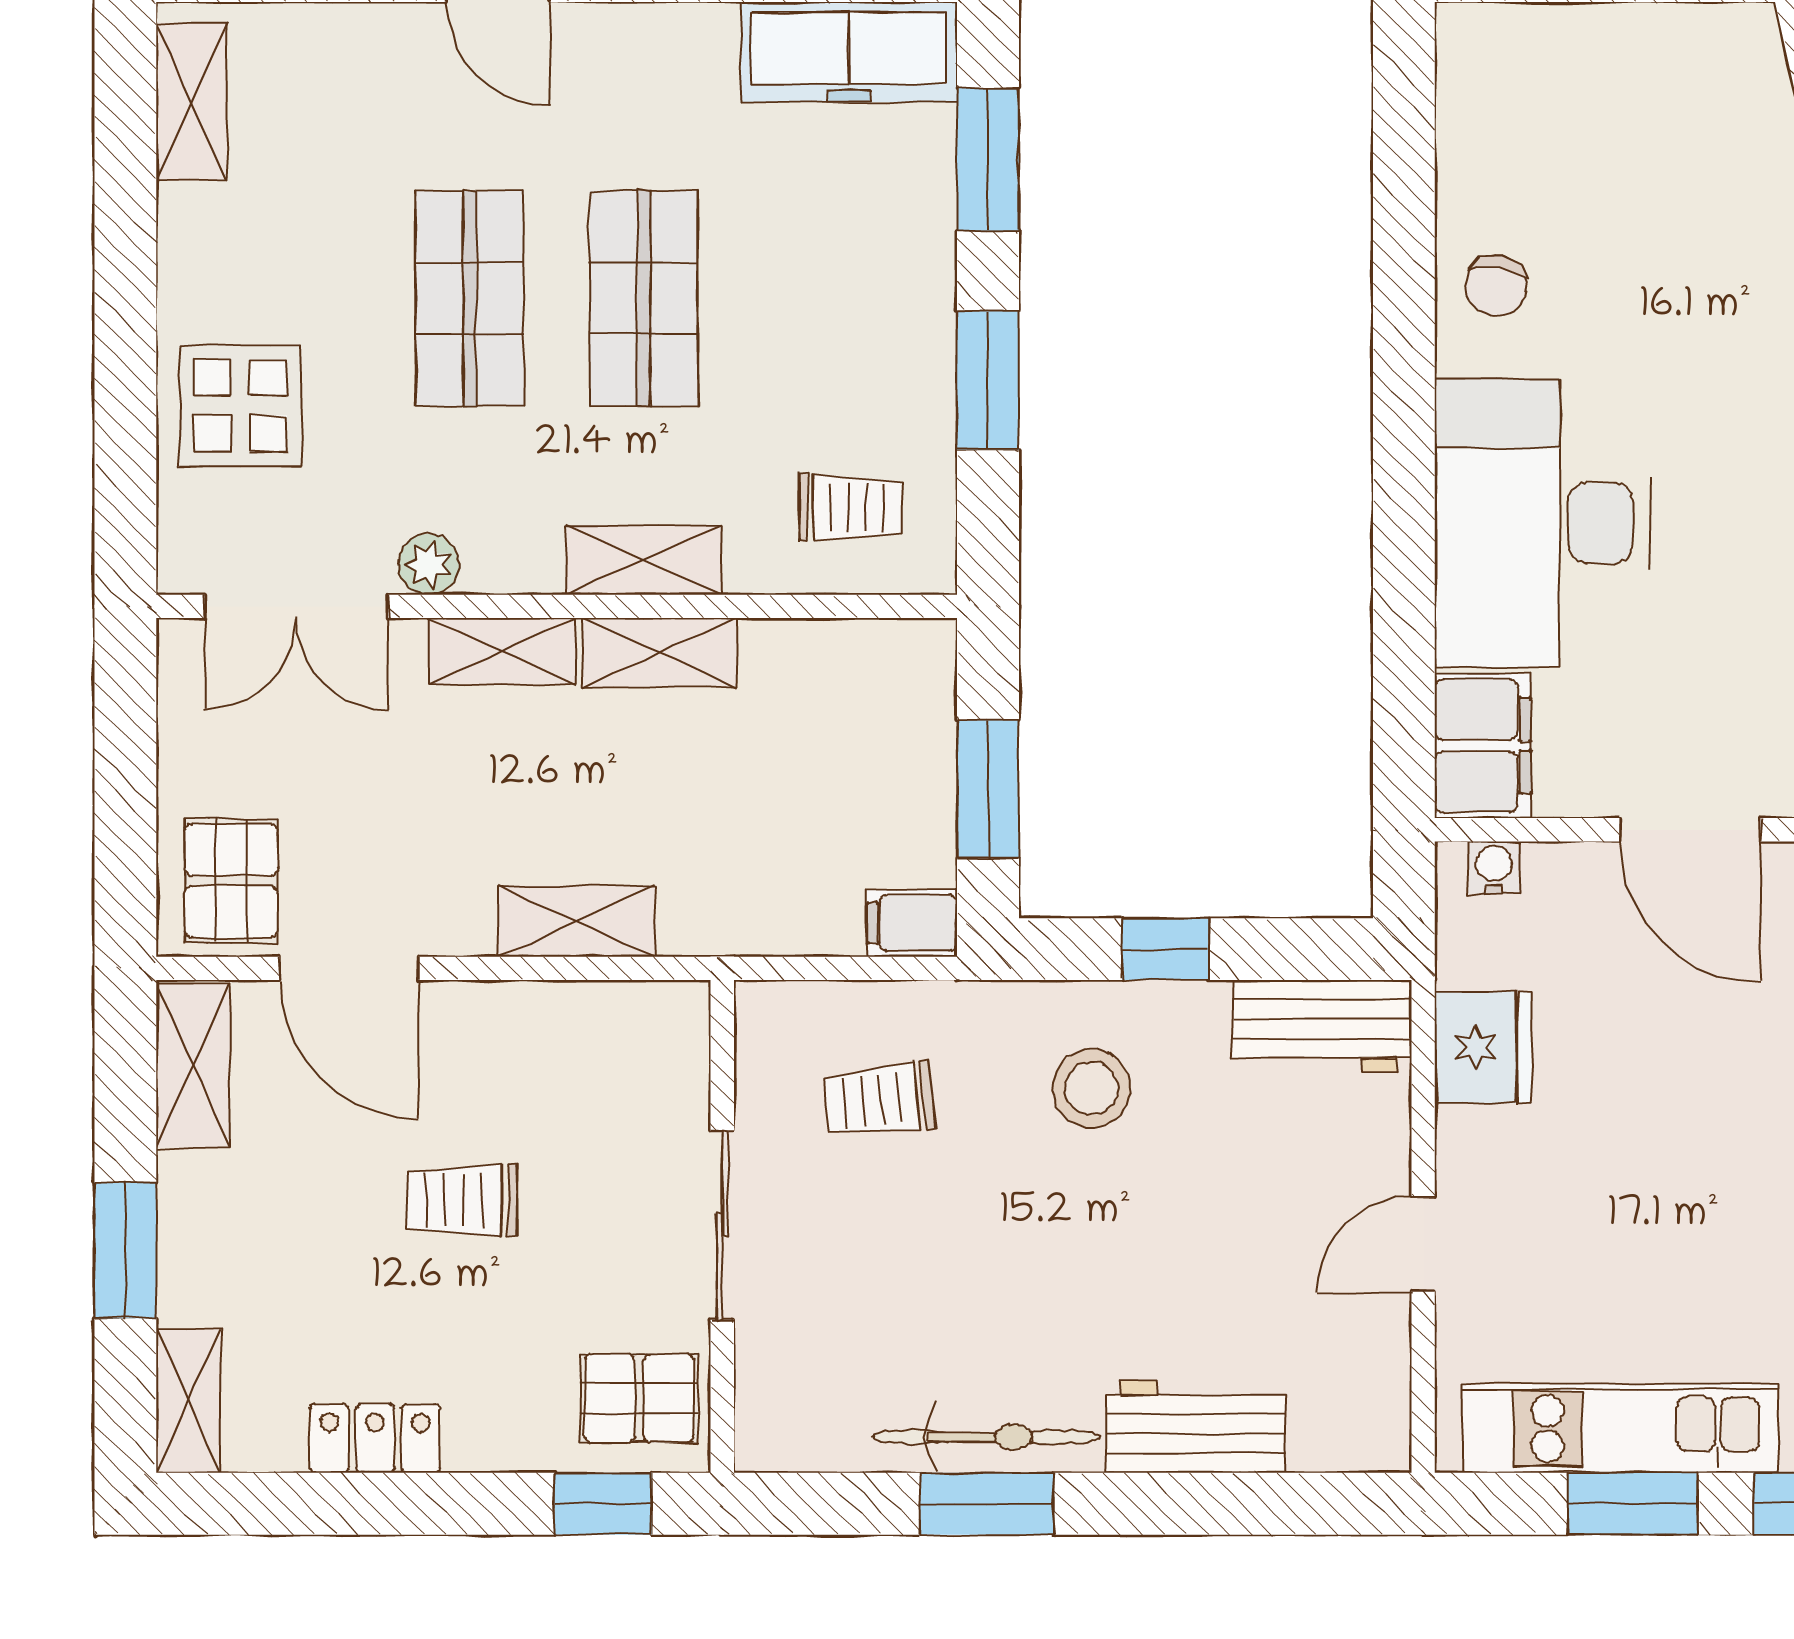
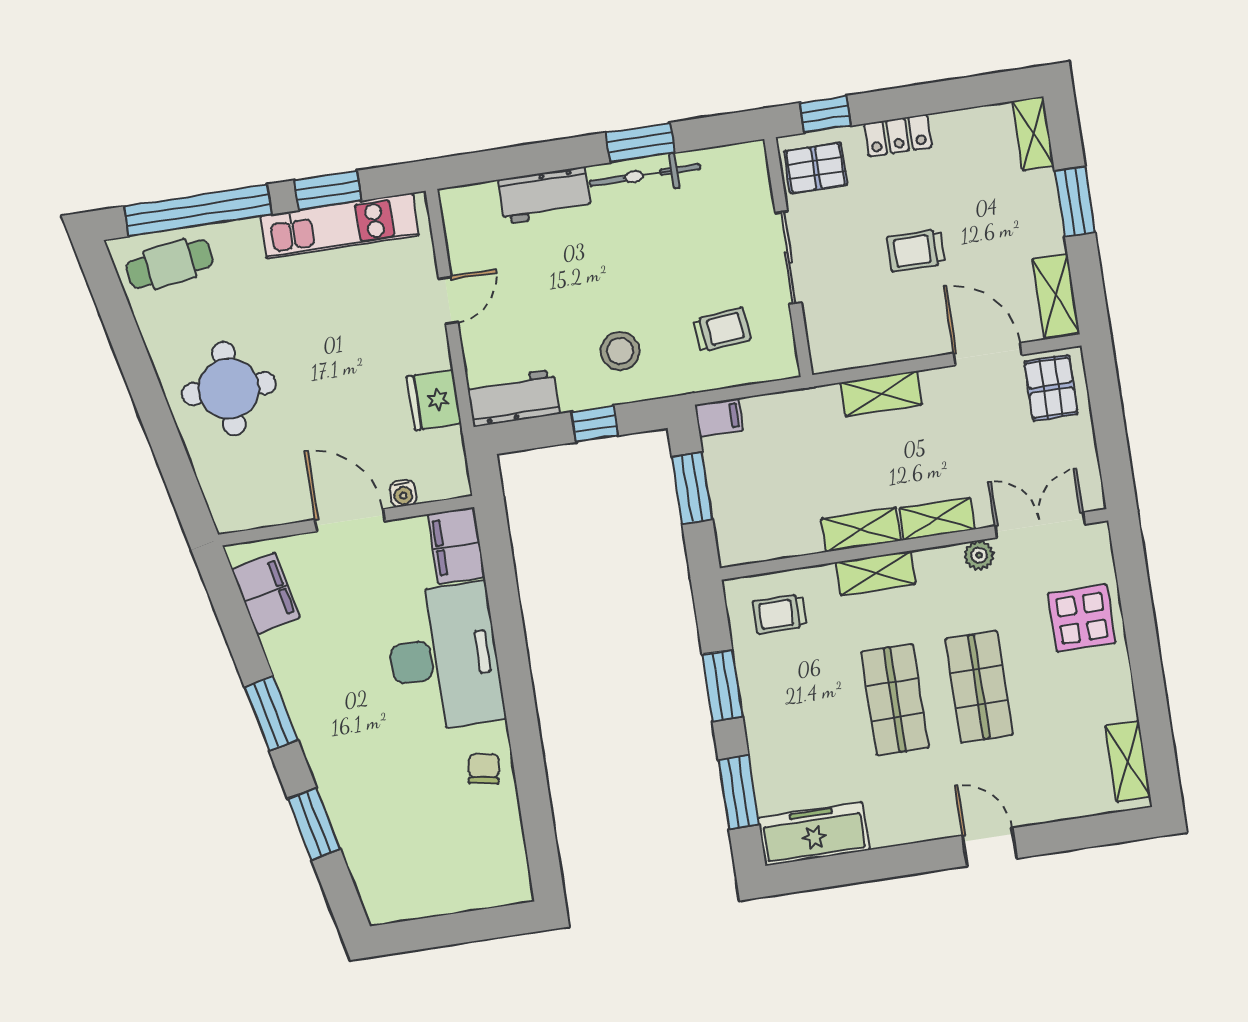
water cooler: (1494, 867) -> (403, 494), moved
trolley: (462, 1200) -> (916, 250), turned 180
locker: (375, 1438) -> (898, 136), moved

